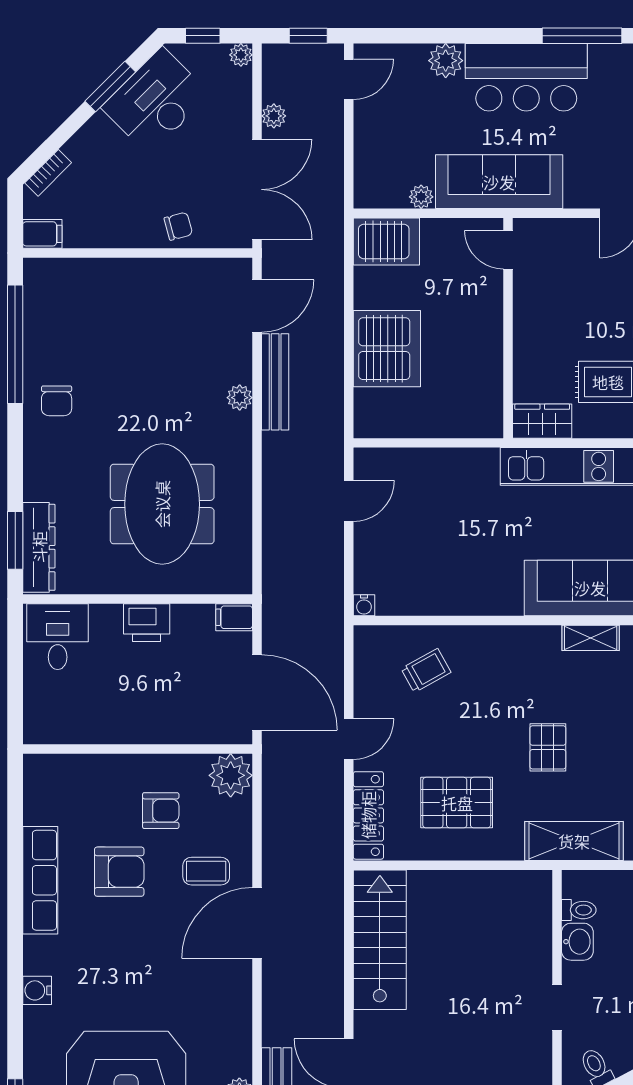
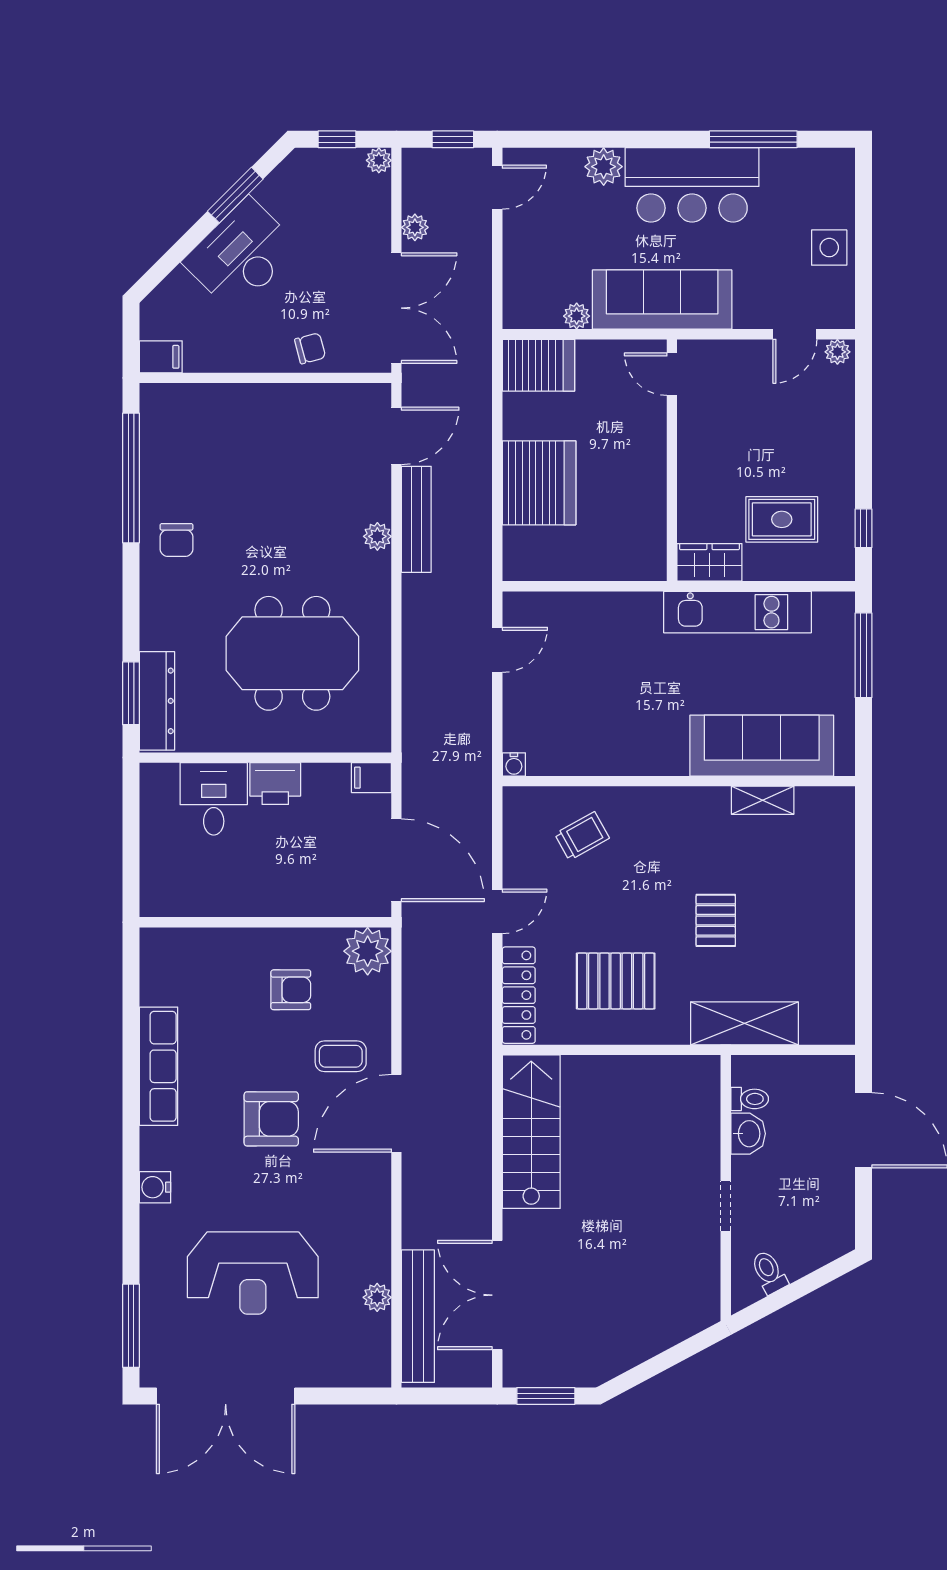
desk: (156, 101) -> (241, 255), moved
bookcase: (48, 173) -> (167, 290), removed
meeting table: (162, 504) -> (292, 653), turned 90
desk: (58, 637) -> (214, 799), moved
armchair: (119, 872) -> (271, 1119), moved

